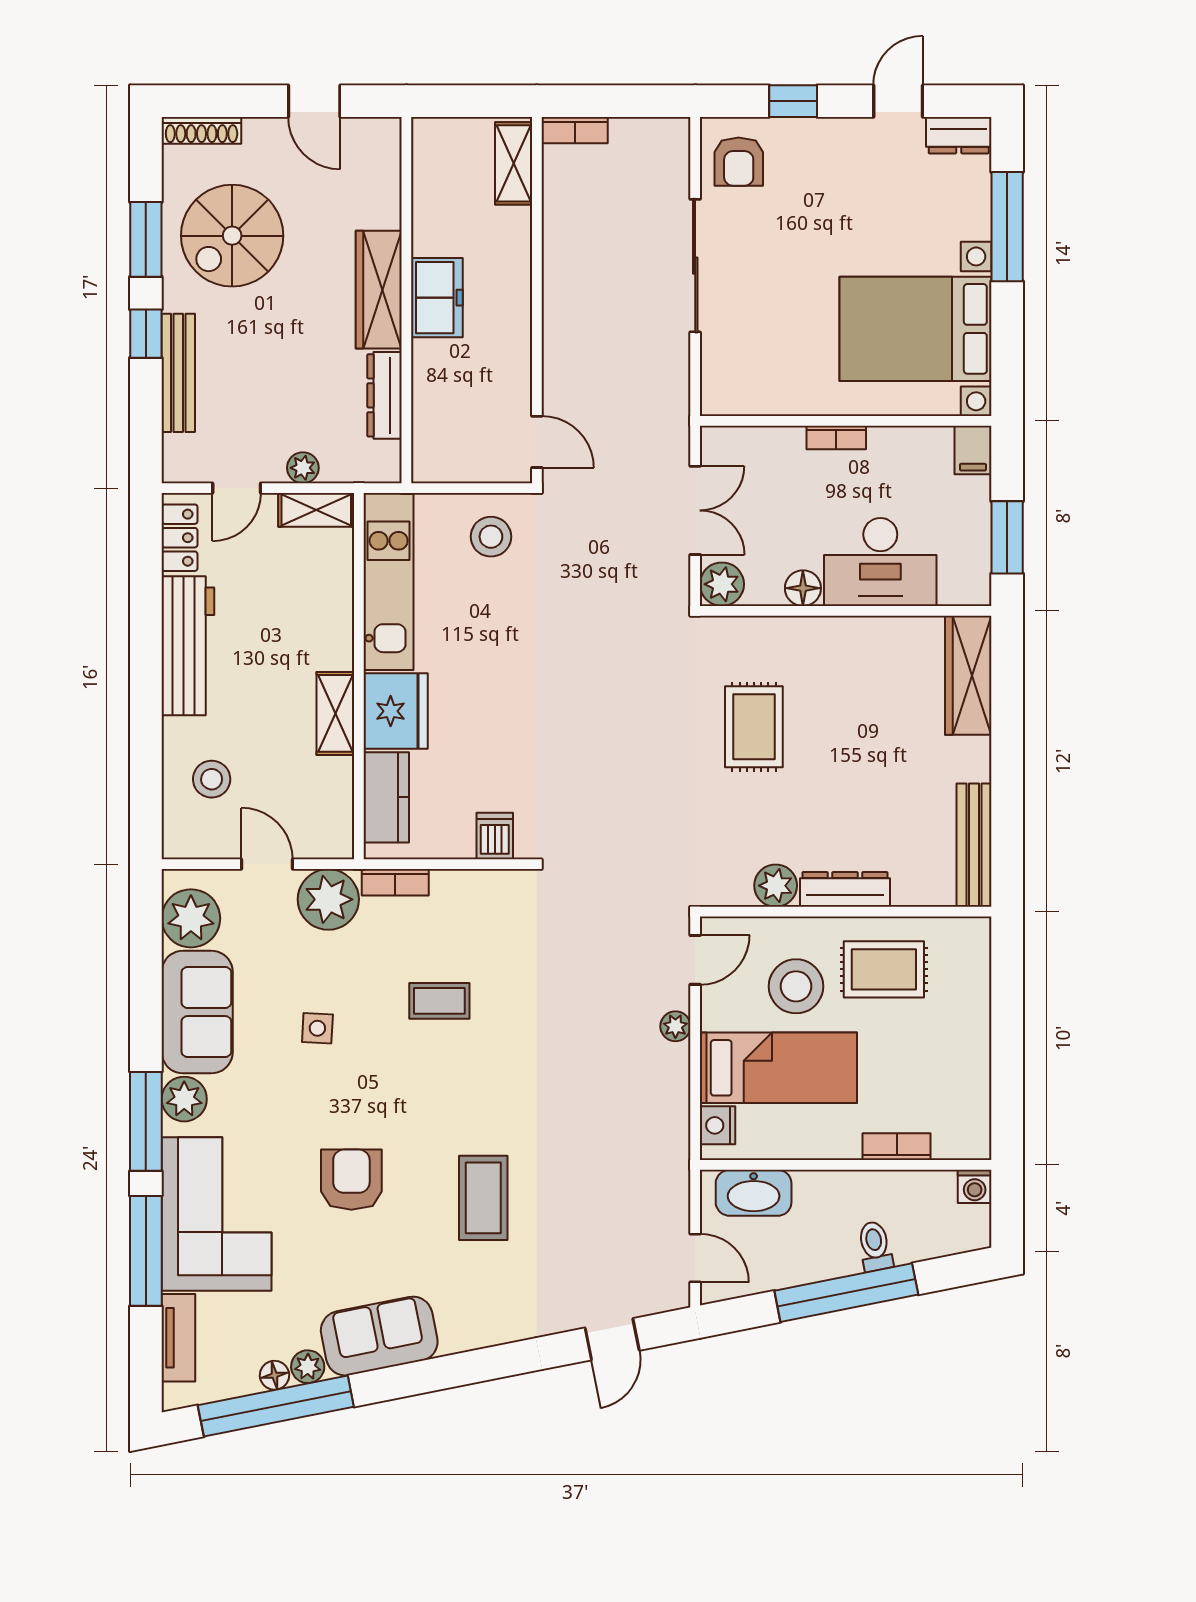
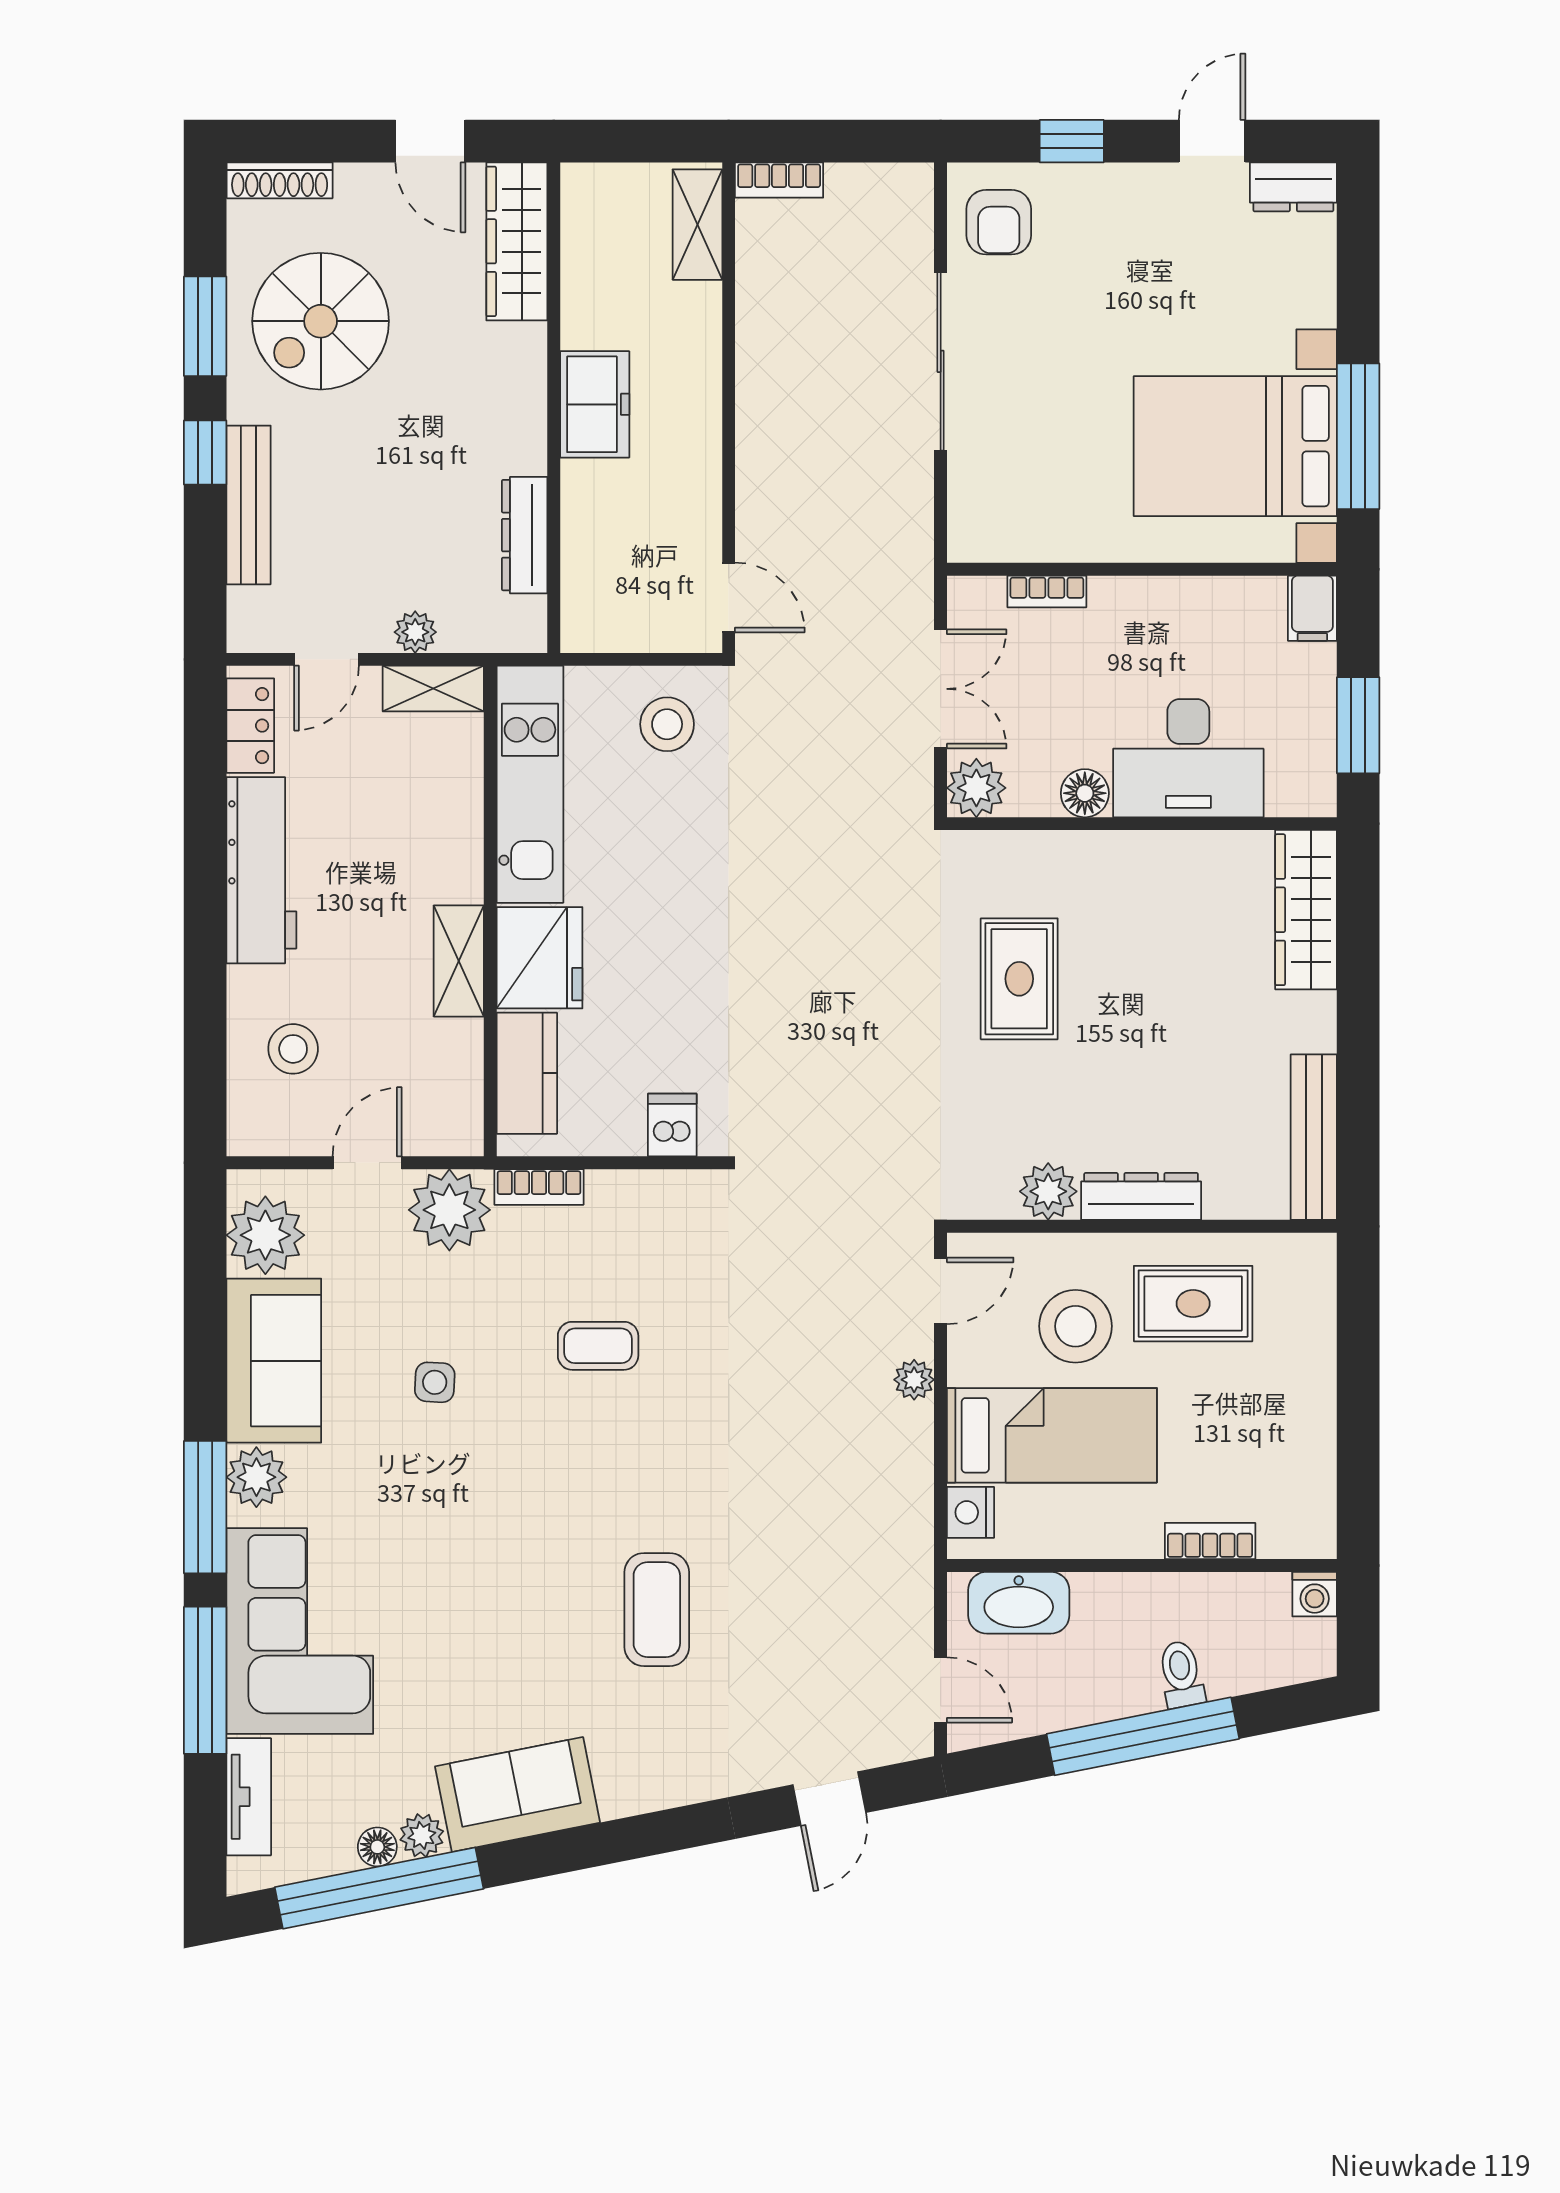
window: (1007, 227) -> (1358, 436), moved
wardrobe: (379, 290) -> (517, 241), moved
bookcase: (836, 437) -> (1047, 591), moved
door: (267, 864) -> (367, 1163), hinge flipped
armchair: (351, 1180) -> (480, 1585), removed

